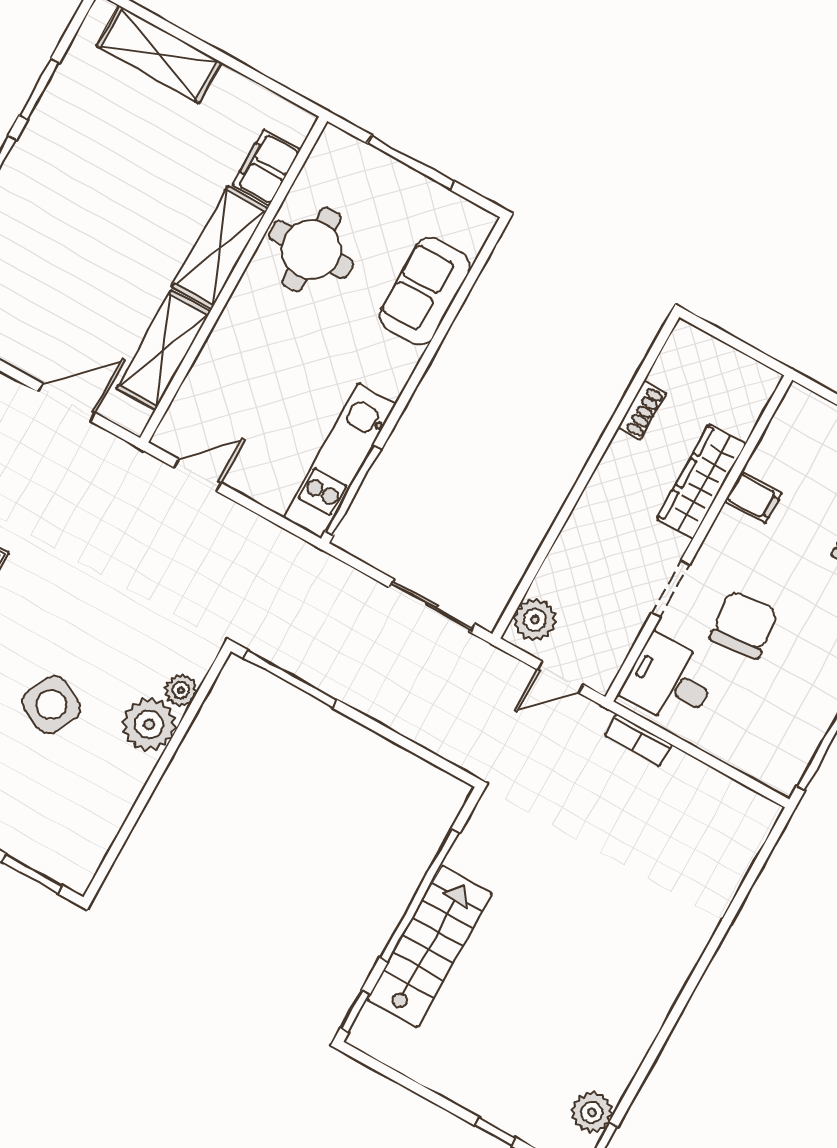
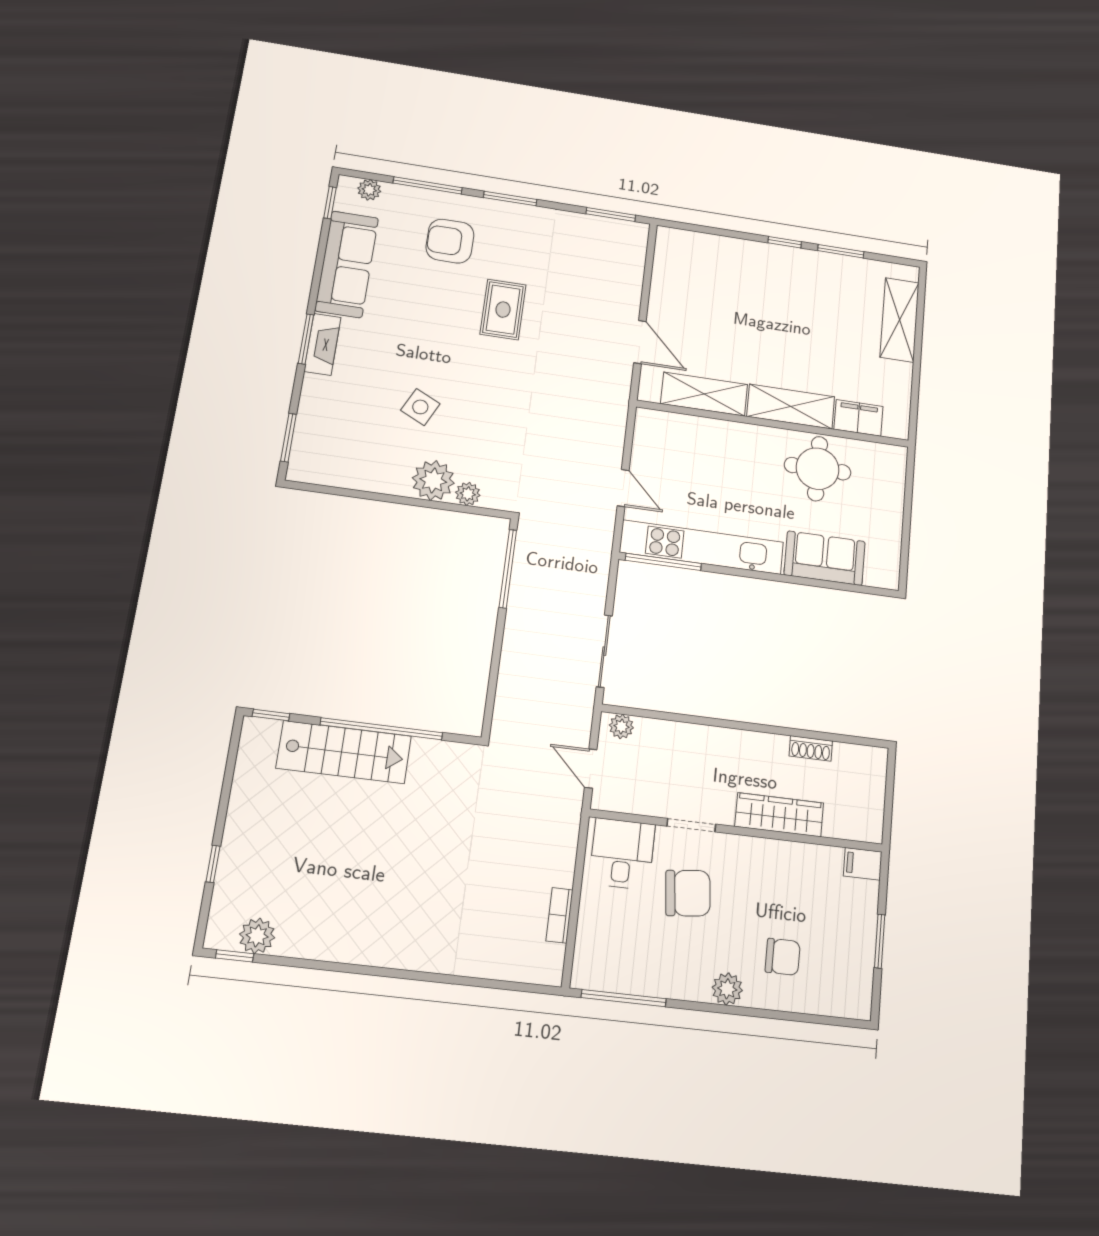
window: (411, 163) -> (907, 515), removed
kitchen unit: (340, 461) -> (702, 547), width x1.36
door: (197, 475) -> (623, 488), moved
filing cabinet: (753, 497) -> (863, 864), moved, turned 90
plant: (535, 620) -> (621, 726), width x0.73, depth x0.73
side table: (51, 705) -> (420, 407), width x0.73, depth x0.73
bookcase: (638, 740) -> (560, 915), moved

